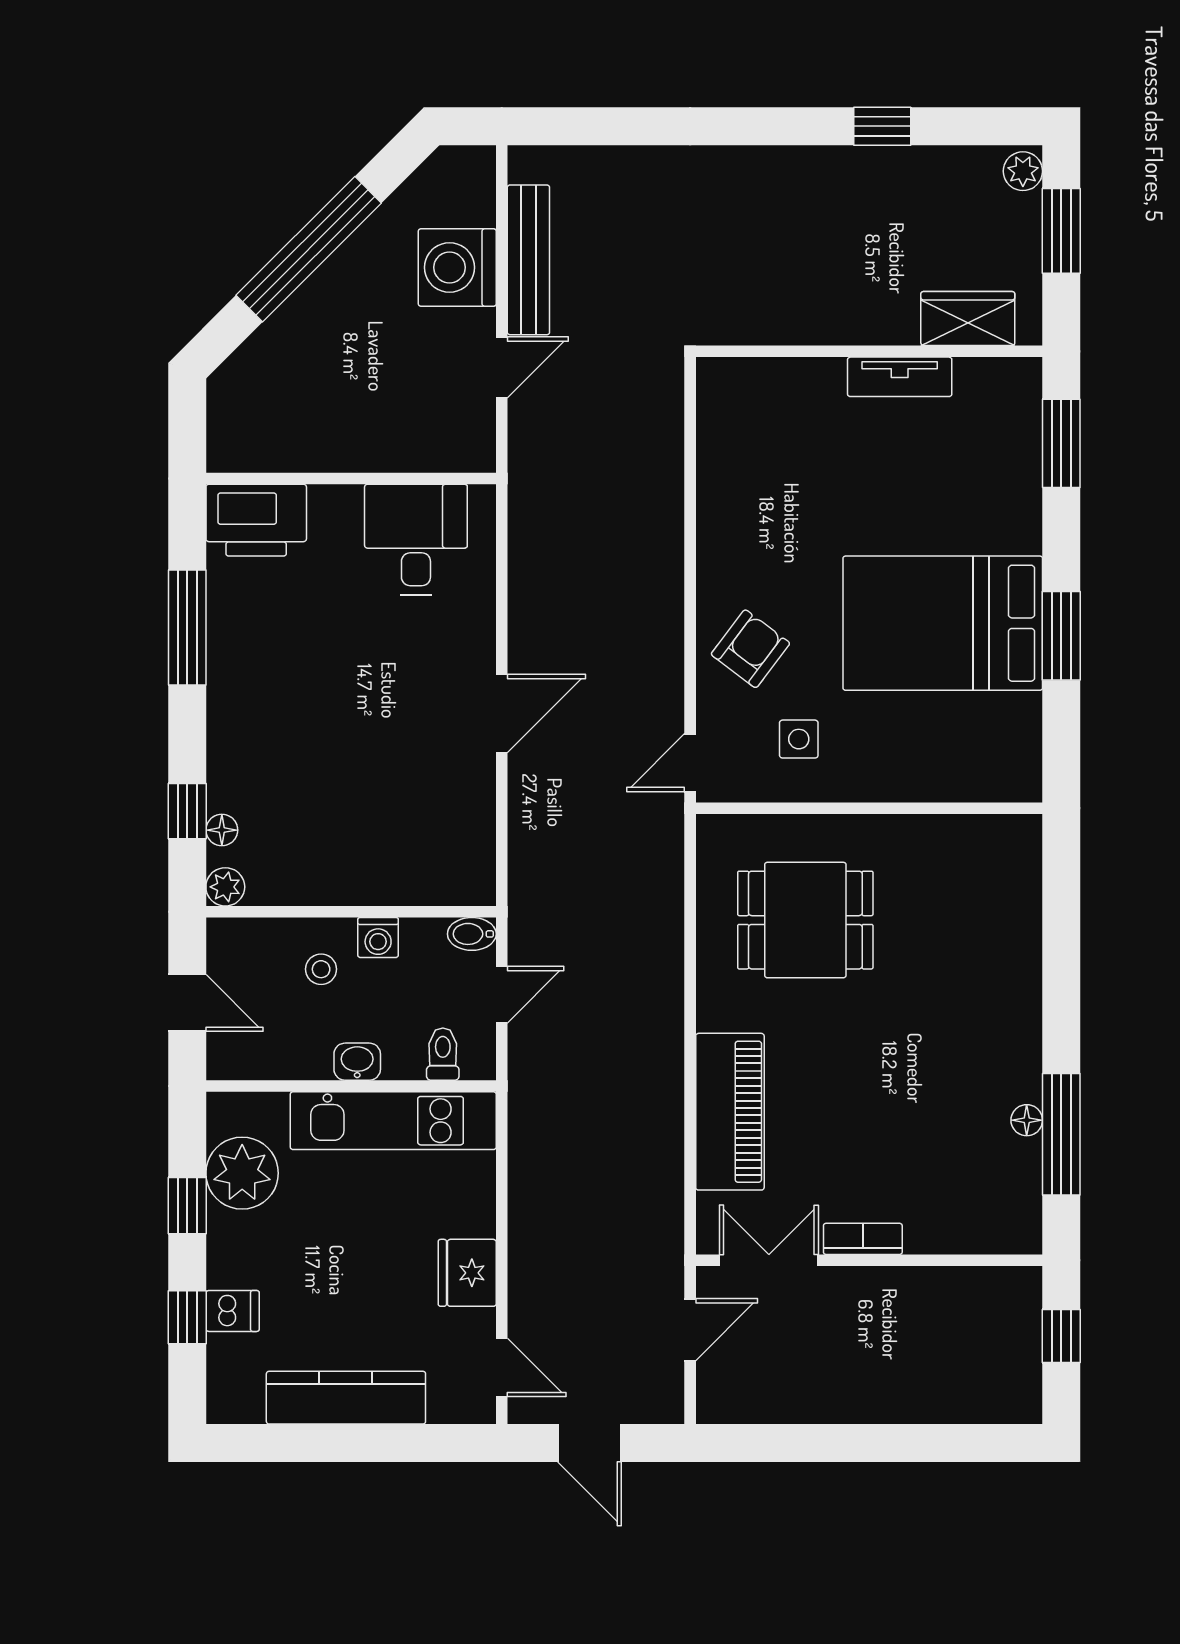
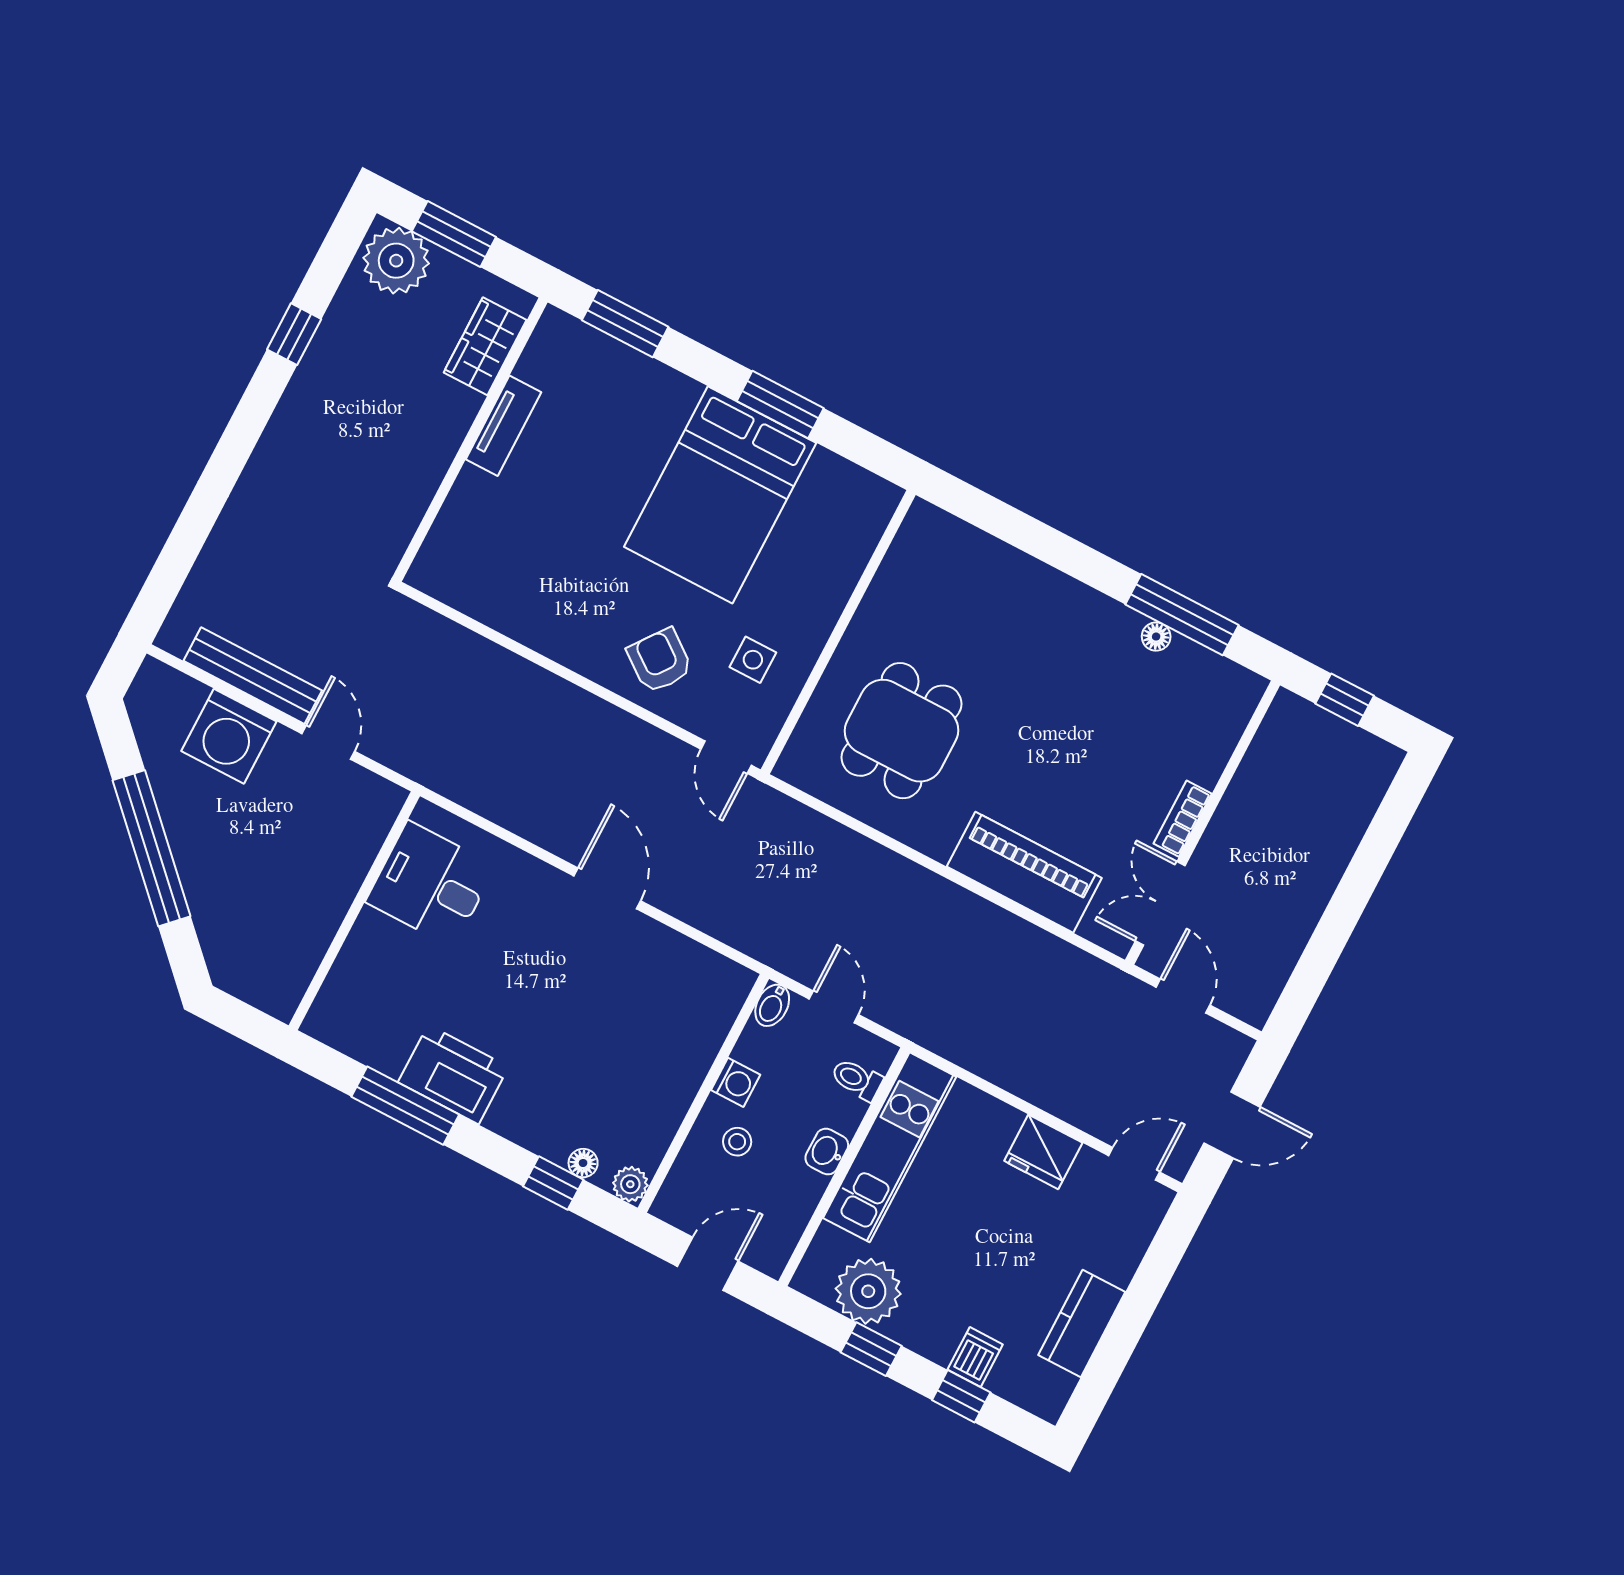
plant: (1023, 171) -> (396, 261), width x1.88, depth x1.88
printer: (256, 520) -> (453, 1074), moved, turned -90
kitchen counter: (346, 1398) -> (1082, 1323), width x0.67

